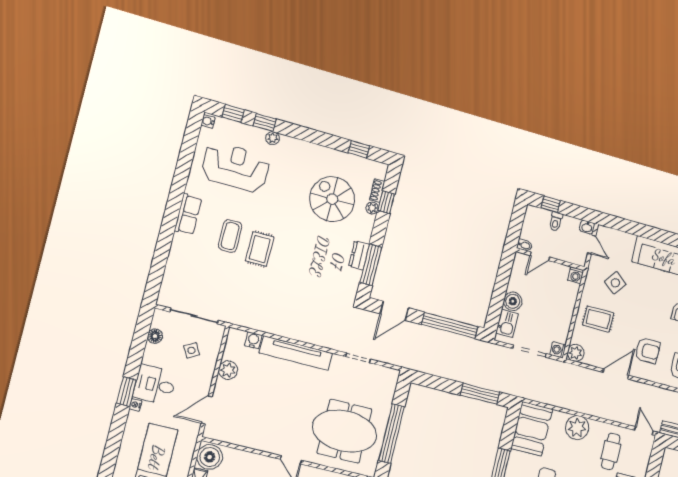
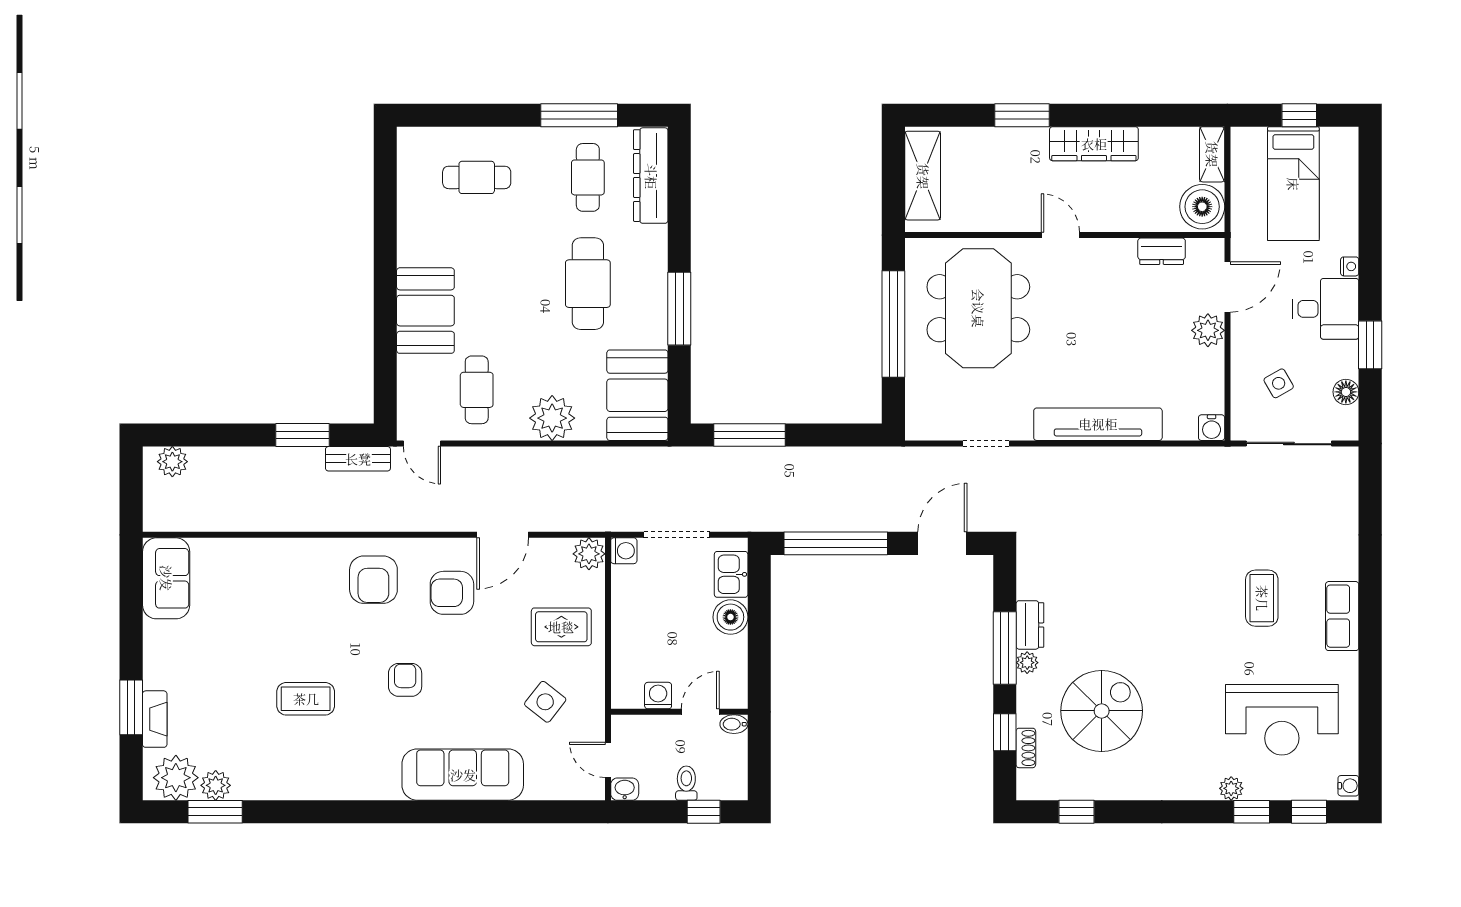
spiral stairs: (332, 199) -> (1102, 711), turned -90
plant: (372, 208) -> (1027, 663), moved
rug: (260, 249) -> (1206, 589), removed
window: (371, 265) -> (1005, 648), moved
washing machine: (576, 275) -> (658, 696), moved
water cooler: (253, 340) -> (1212, 428), moved
plant: (228, 370) -> (1208, 330), moved
window: (126, 392) -> (1370, 345), moved
meeting table: (345, 431) -> (978, 308), turned 90
dresser: (238, 438) -> (1162, 251), added

